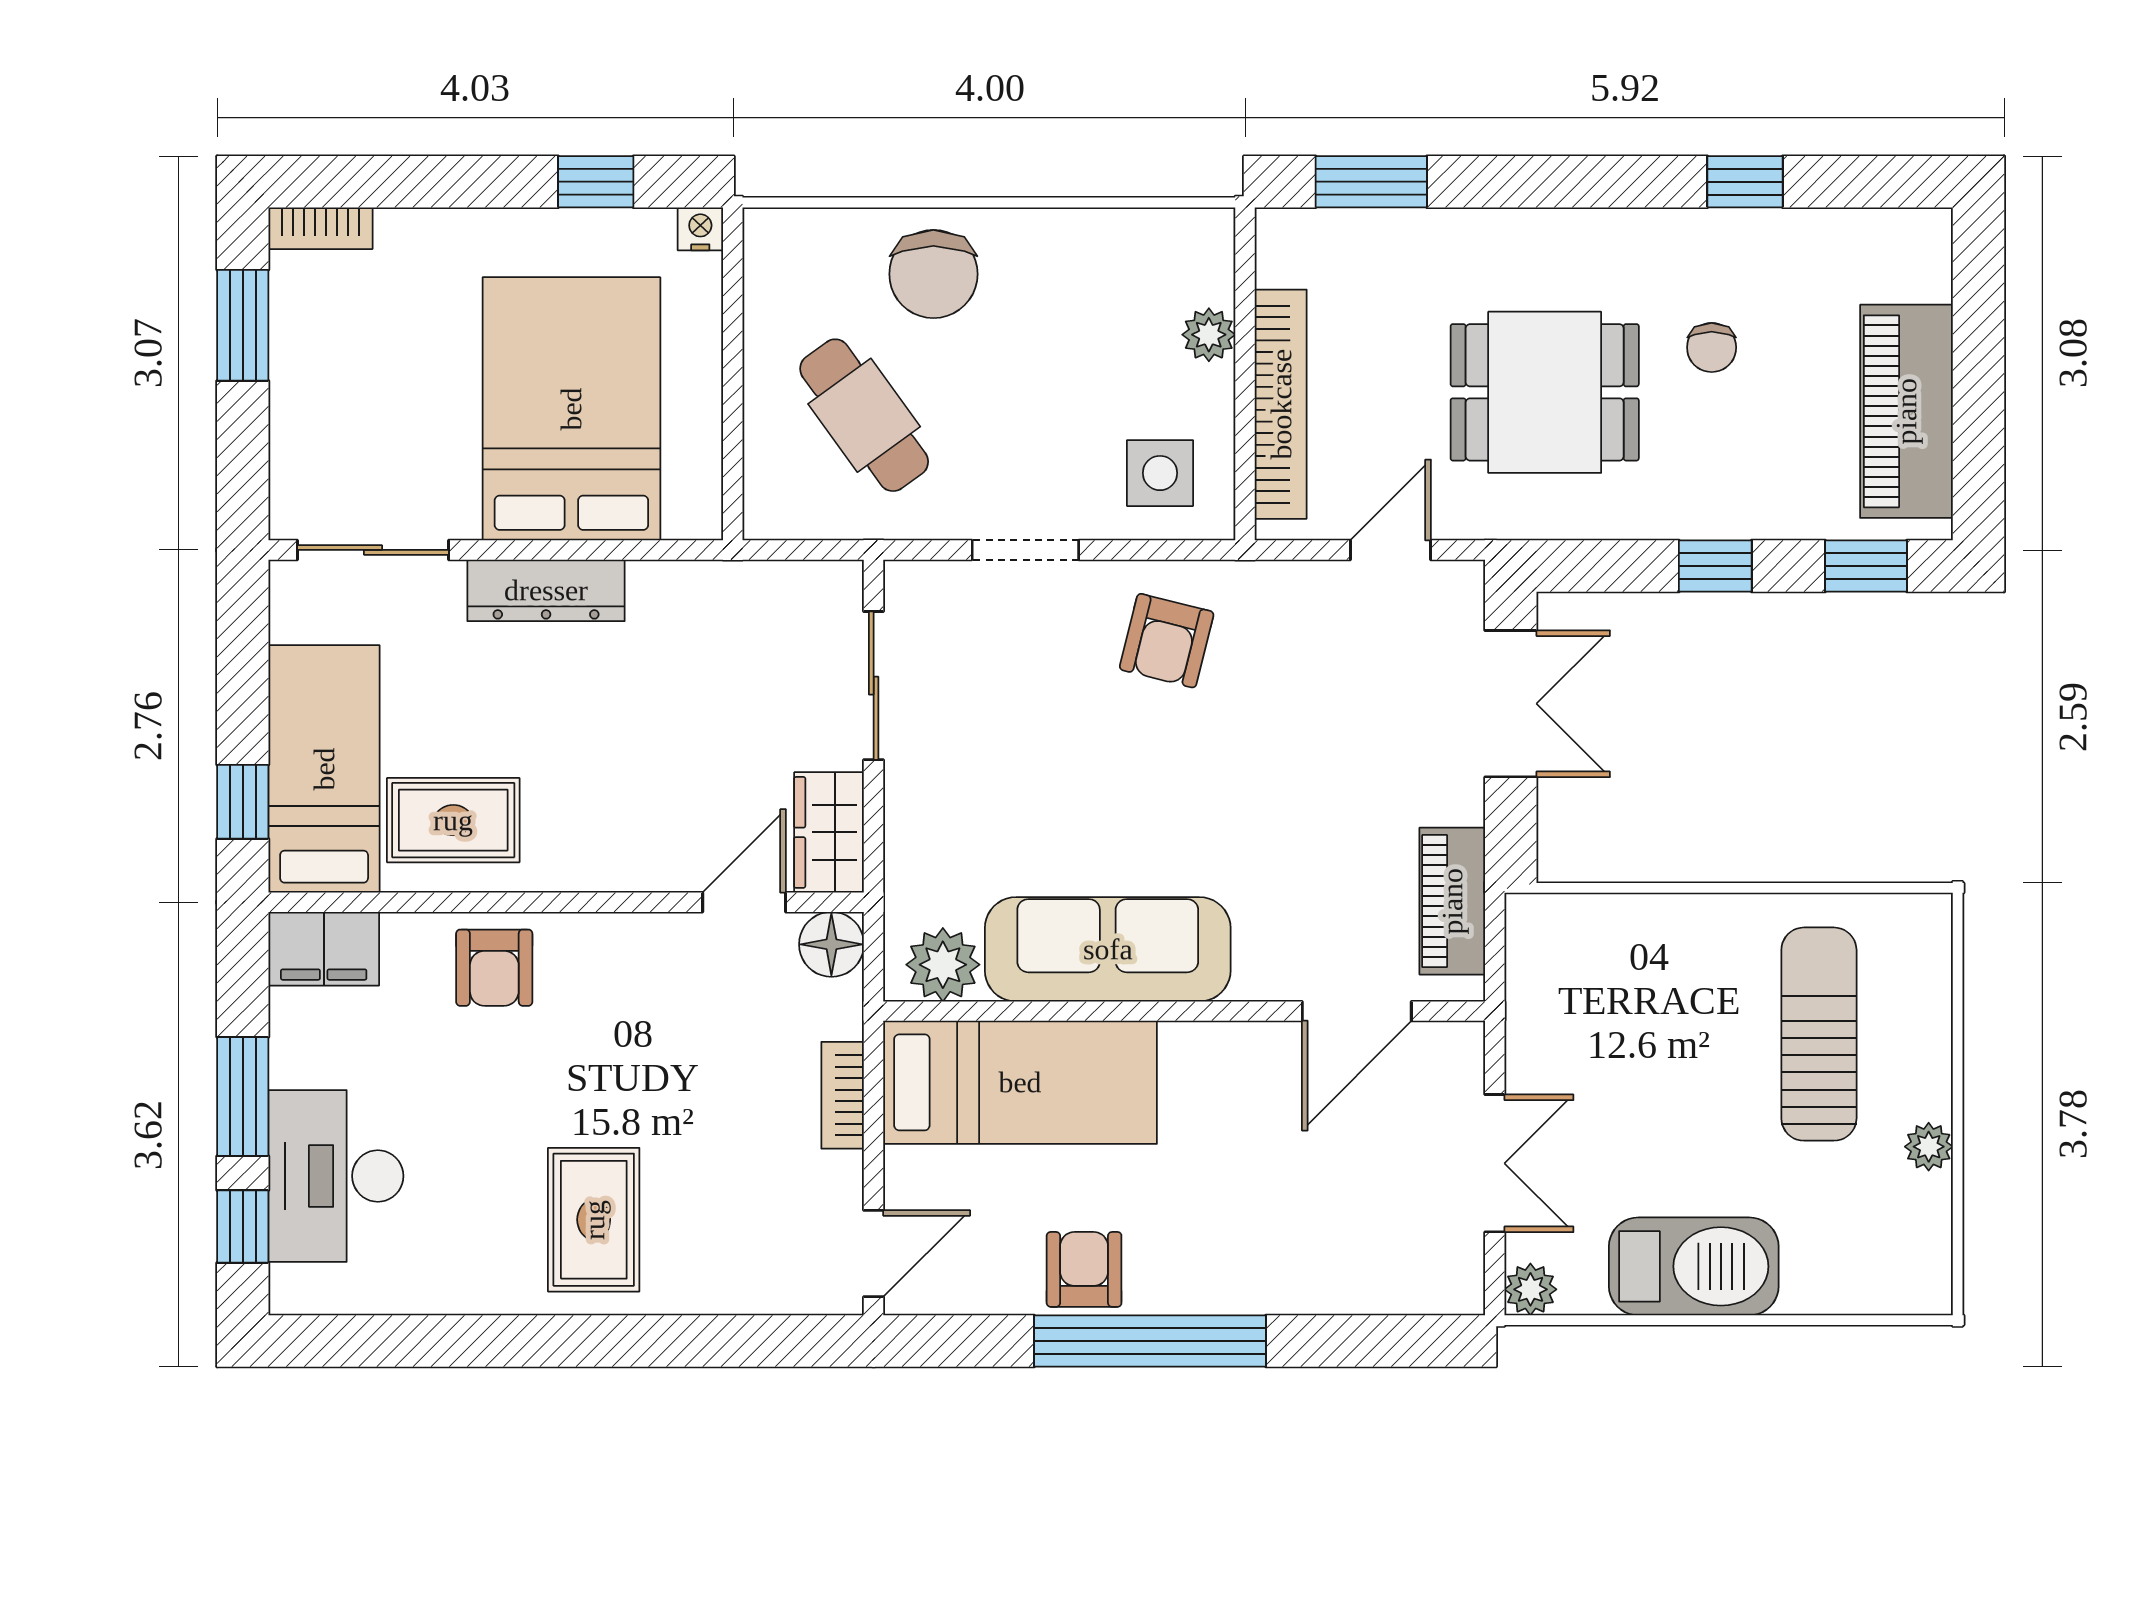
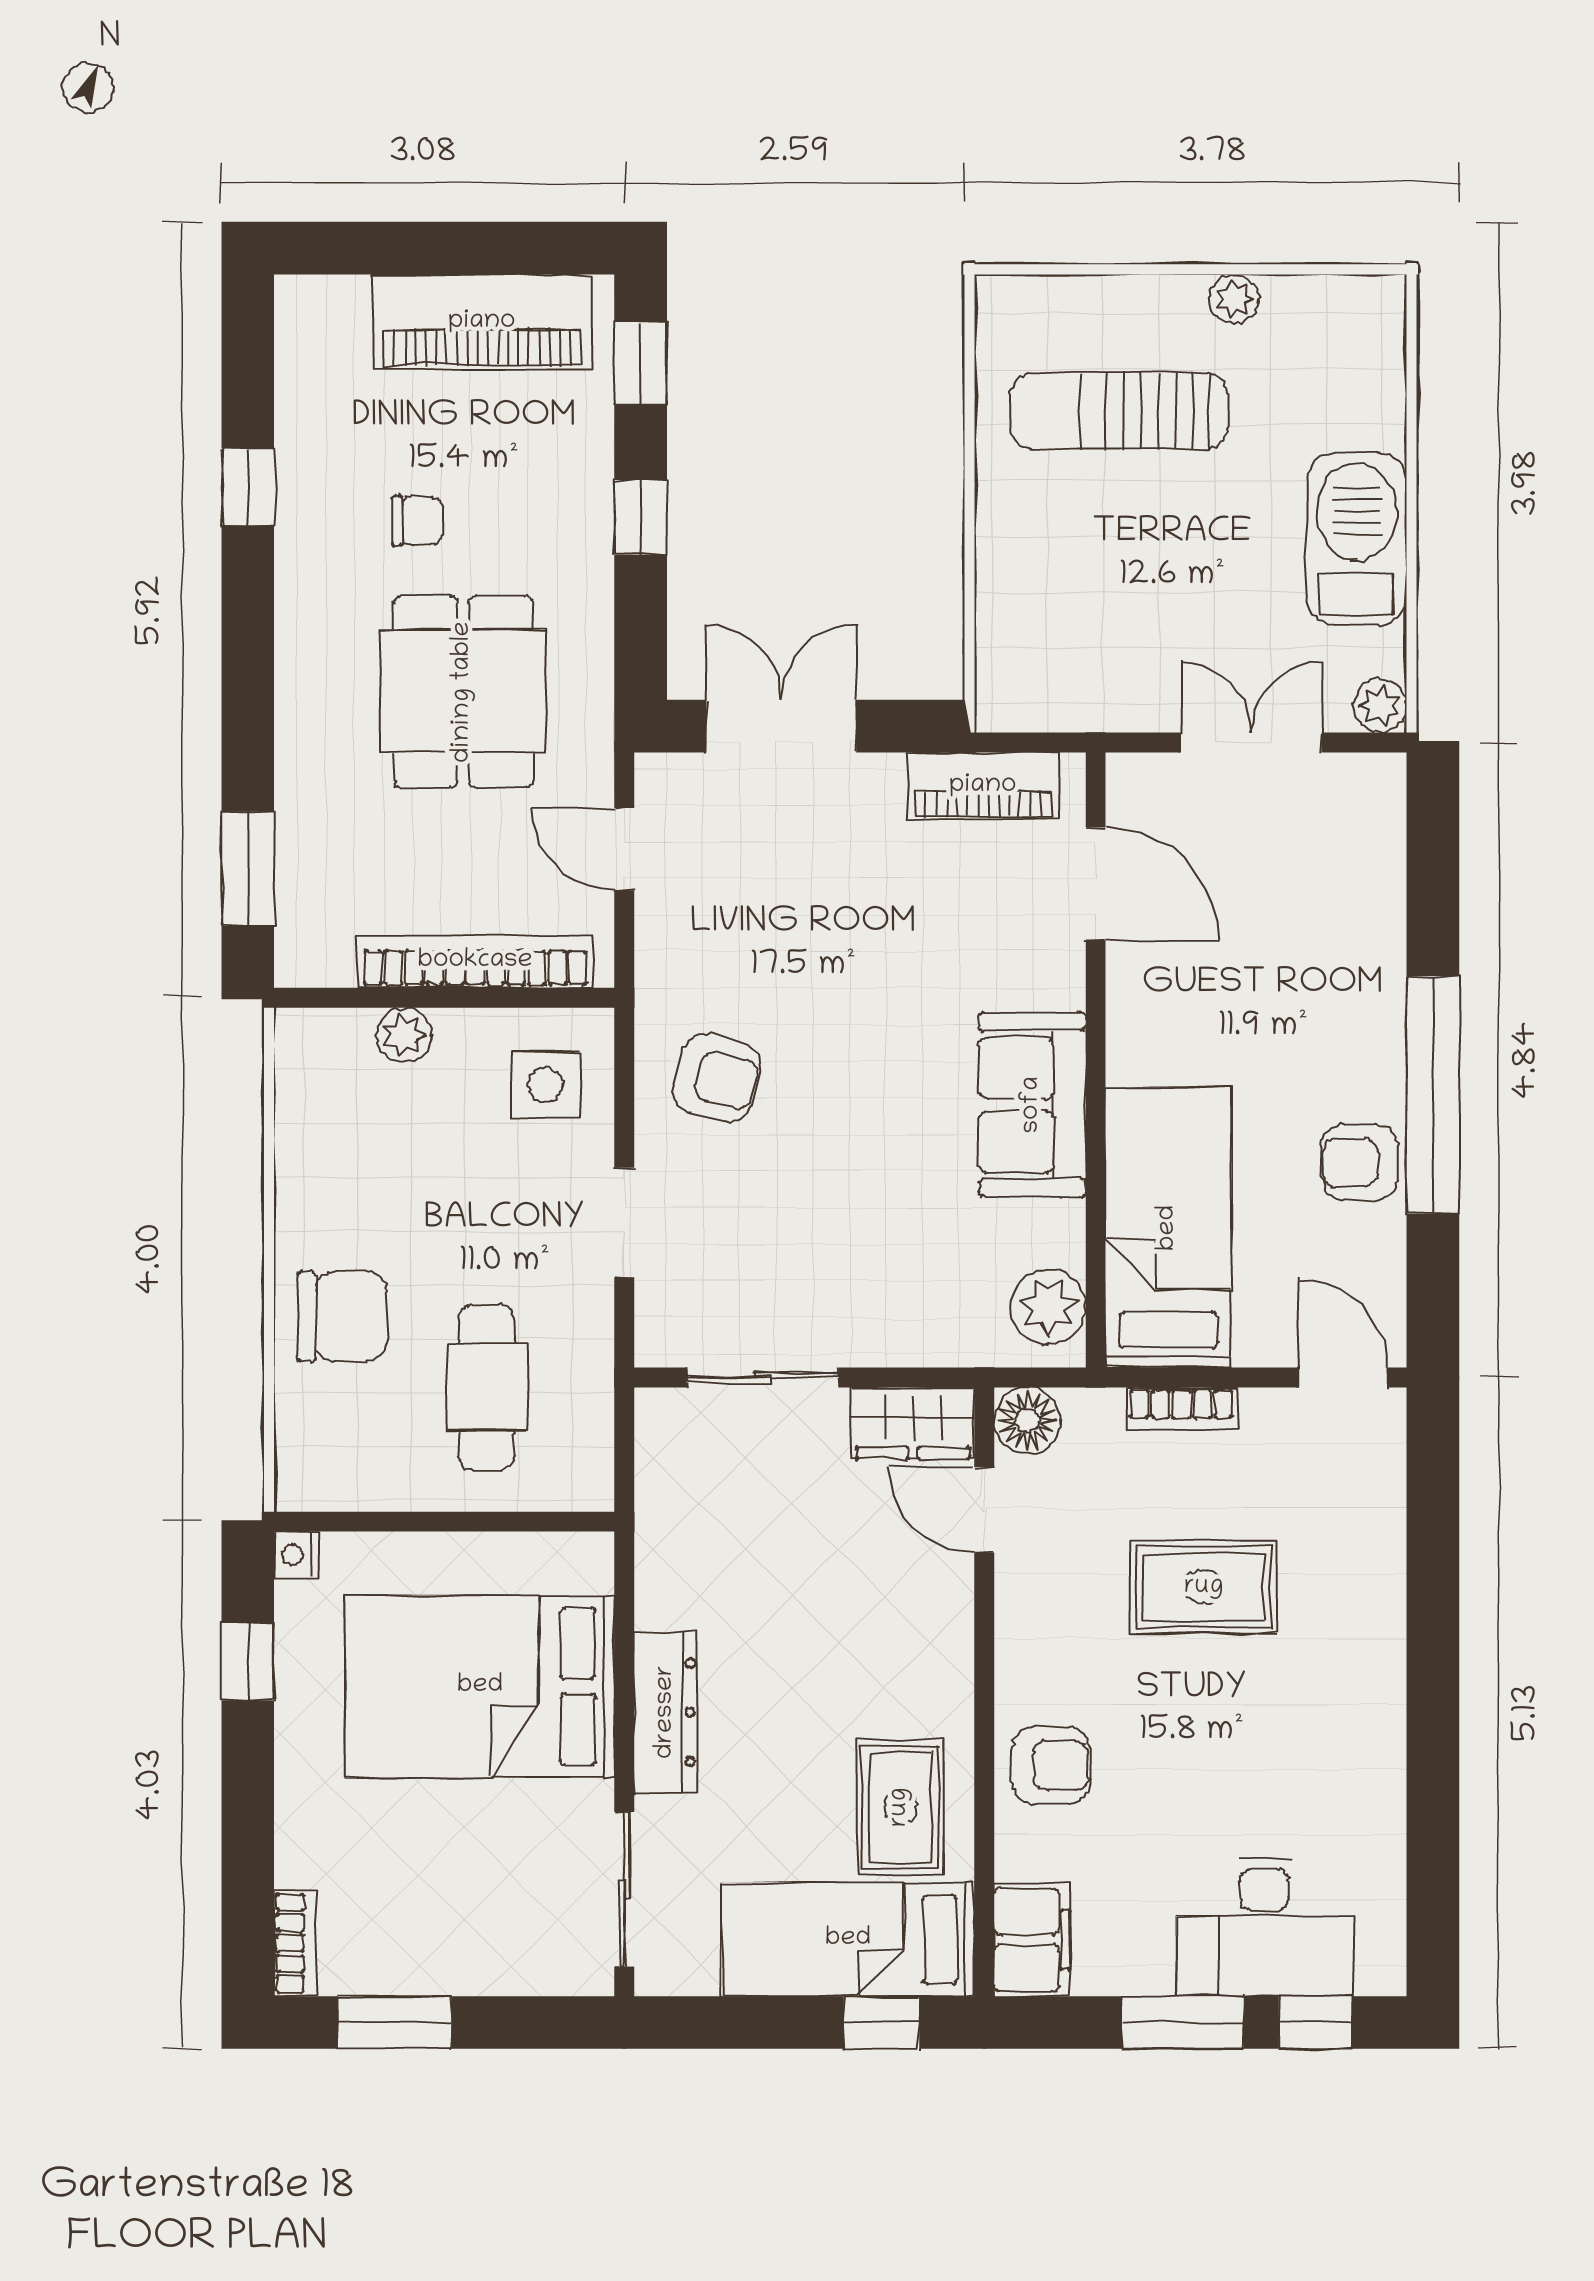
cafe table: (864, 415) -> (486, 1387), turned -54
sofa: (1108, 949) -> (1032, 1105), width x0.73
rug: (594, 1220) -> (1204, 1587), moved

